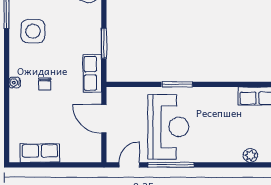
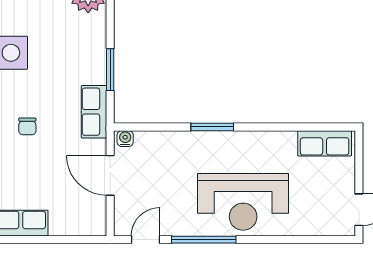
water cooler: (115, 93) -> (125, 139), added
reception desk: (168, 127) -> (243, 202), moved, turned 90
plant: (250, 155) -> (315, 226), removed

